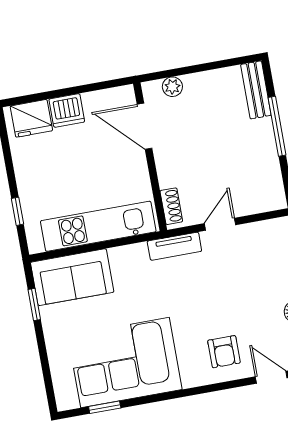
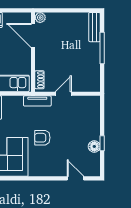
plant: (172, 87) -> (40, 18), moved
armchair: (224, 352) -> (42, 138), moved, turned 90

